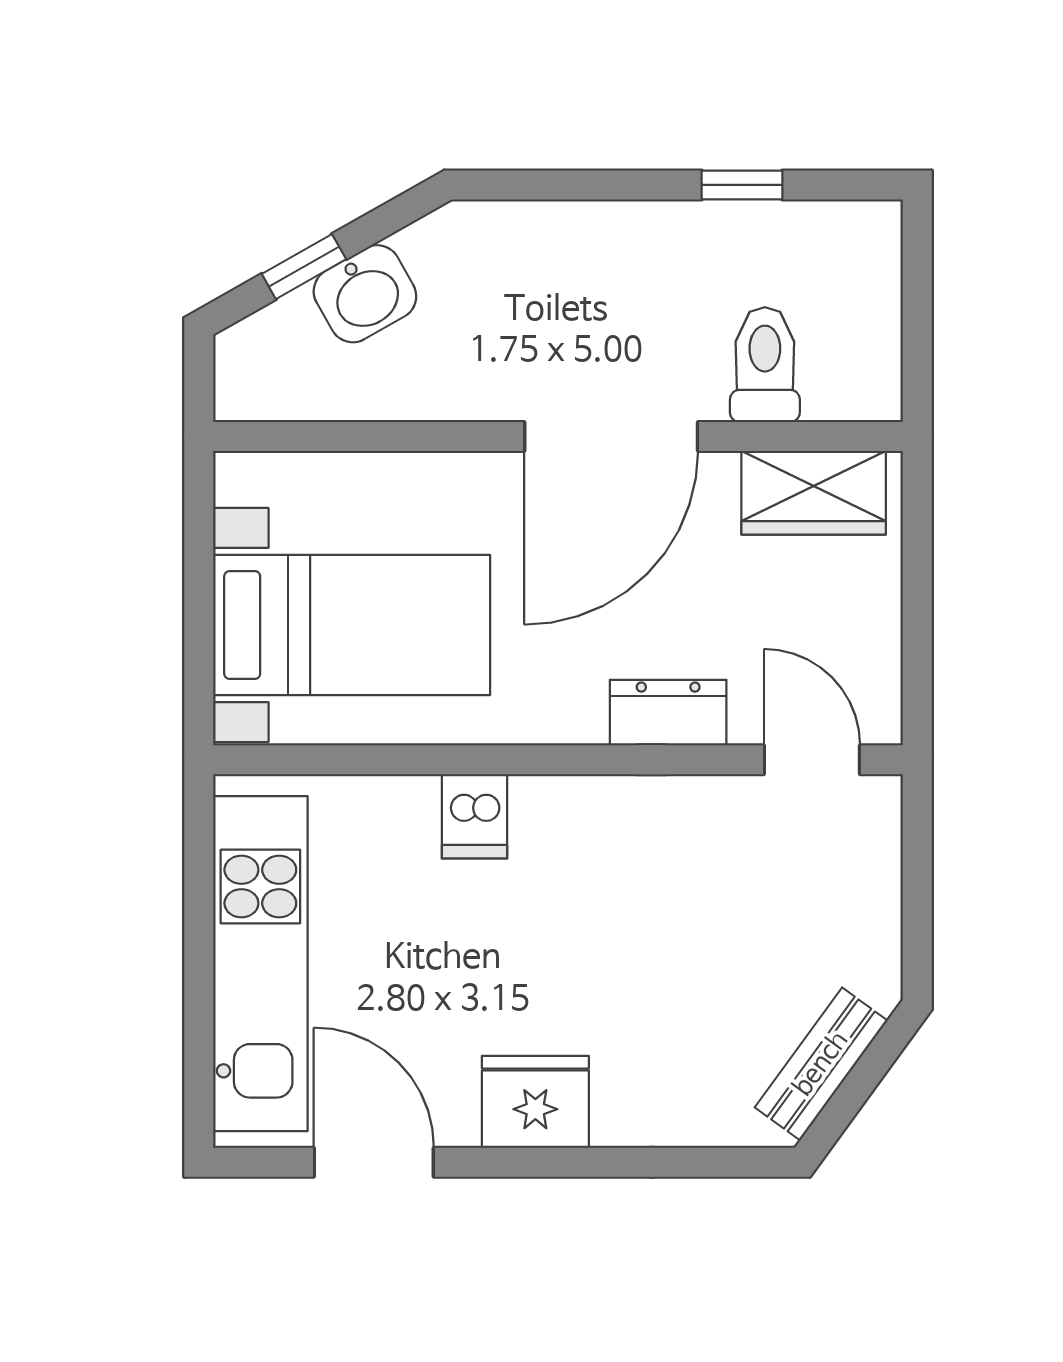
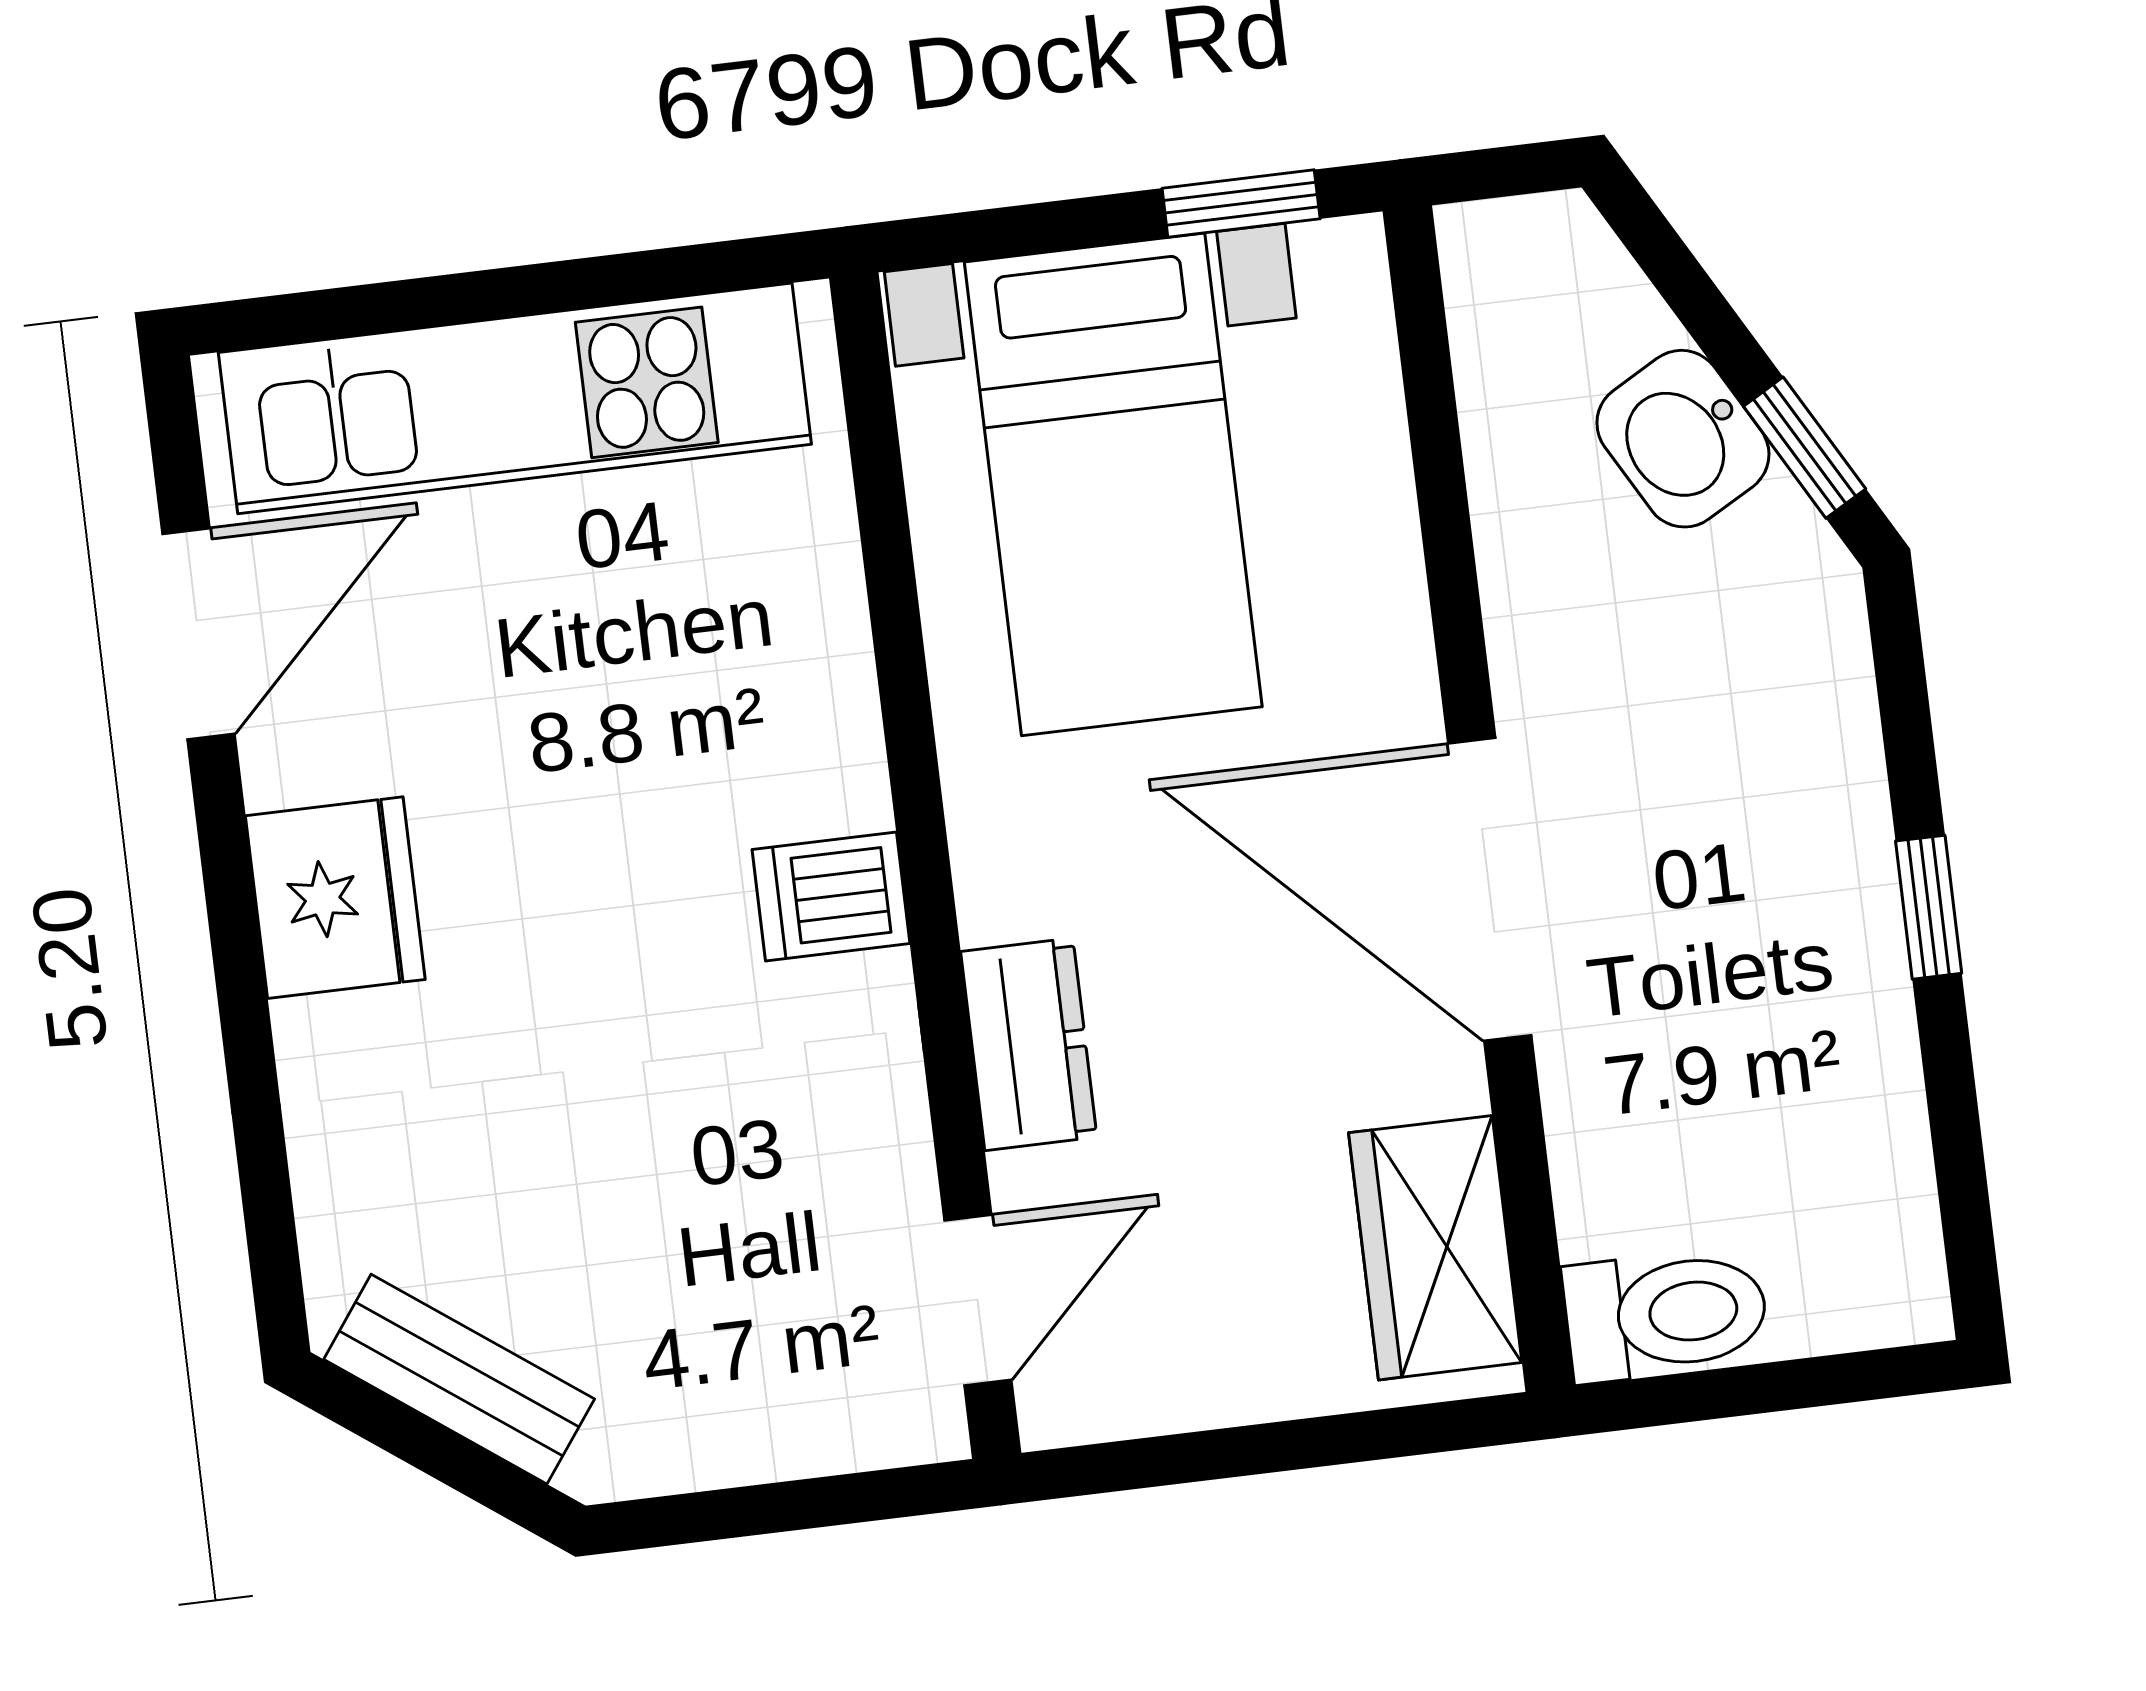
window: (742, 185) -> (1929, 907), moved
window: (304, 267) -> (1805, 448), moved
toilet: (765, 365) -> (1666, 1314), moved
window: (199, 532) -> (1241, 204), added
dishwasher: (474, 816) -> (831, 897), moved

